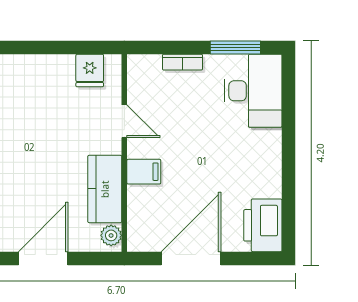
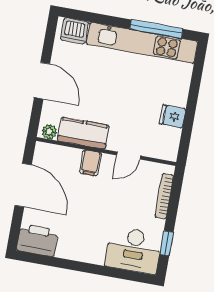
window: (235, 48) -> (167, 243), width x0.67
bookcase: (182, 62) -> (164, 196), width x1.56
fridge: (90, 71) -> (173, 116), moved

